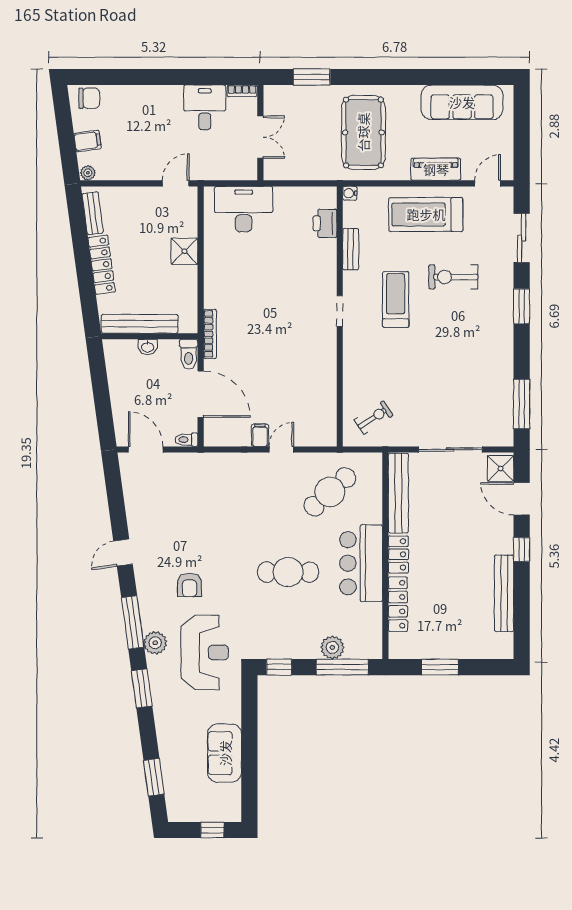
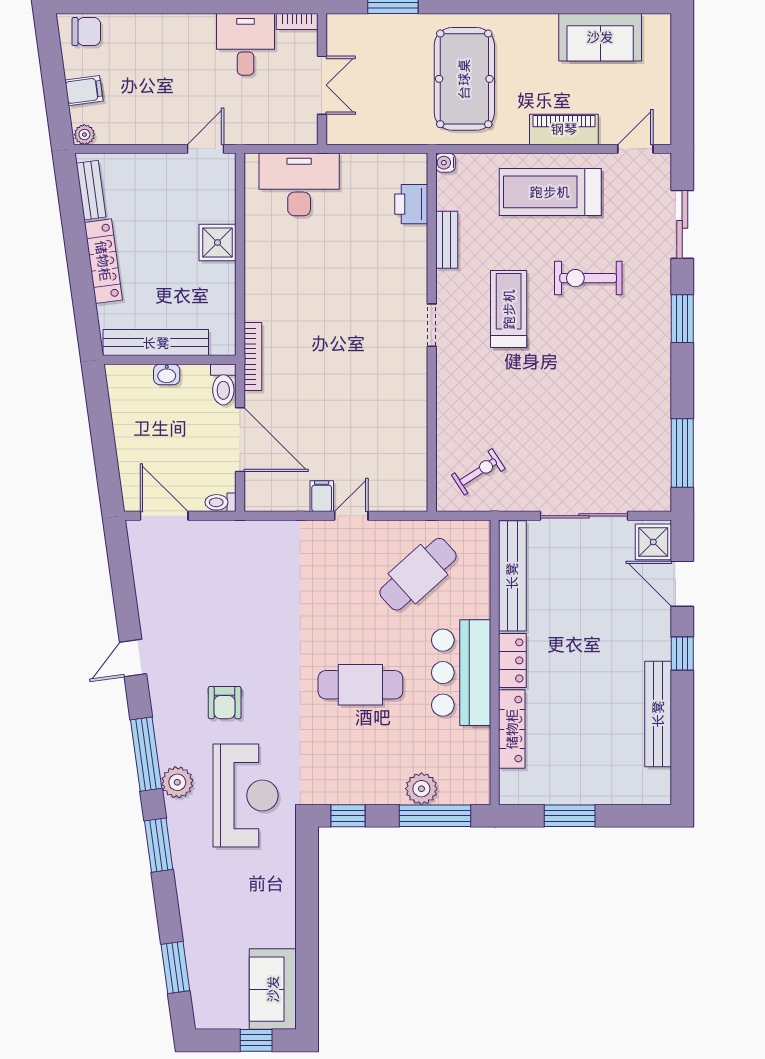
sofa: (462, 102) -> (600, 37), width x0.73
sofa: (225, 753) -> (273, 989), moved

